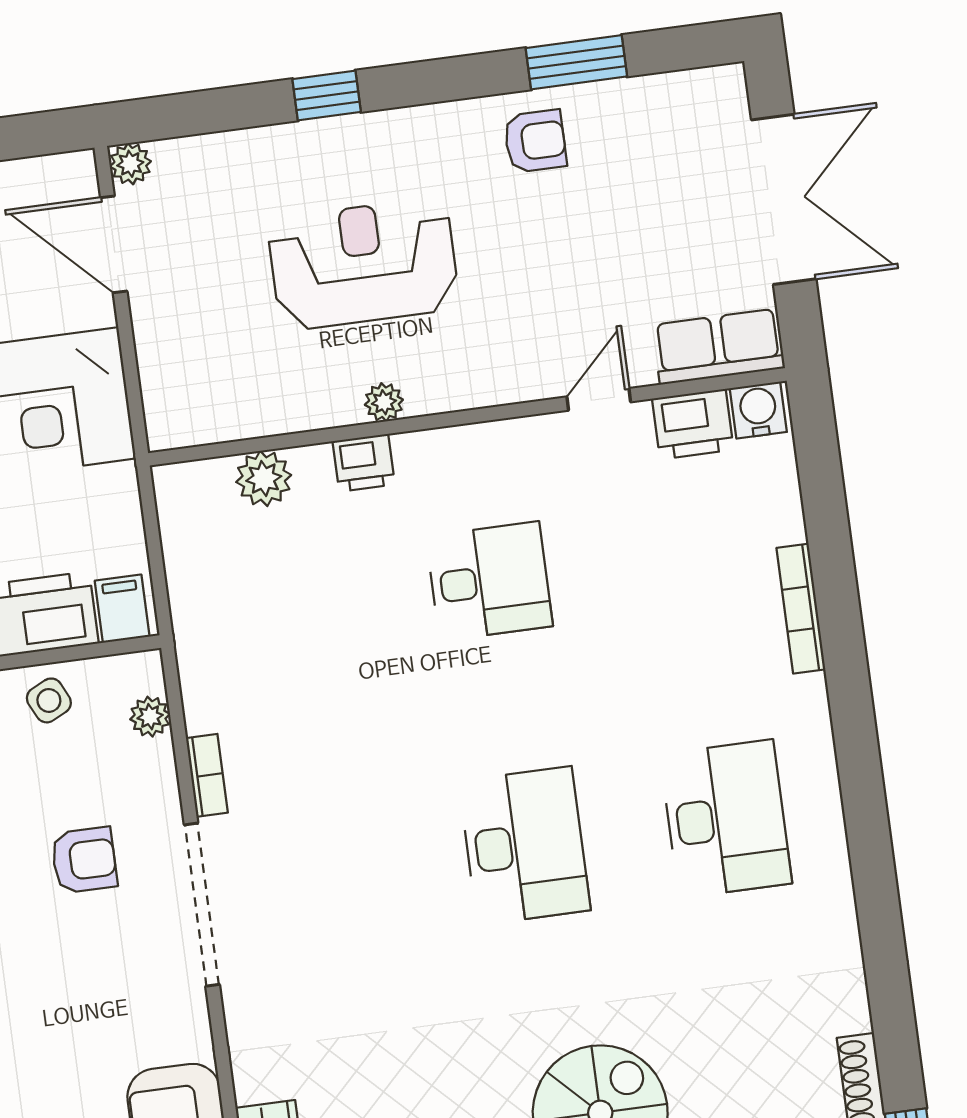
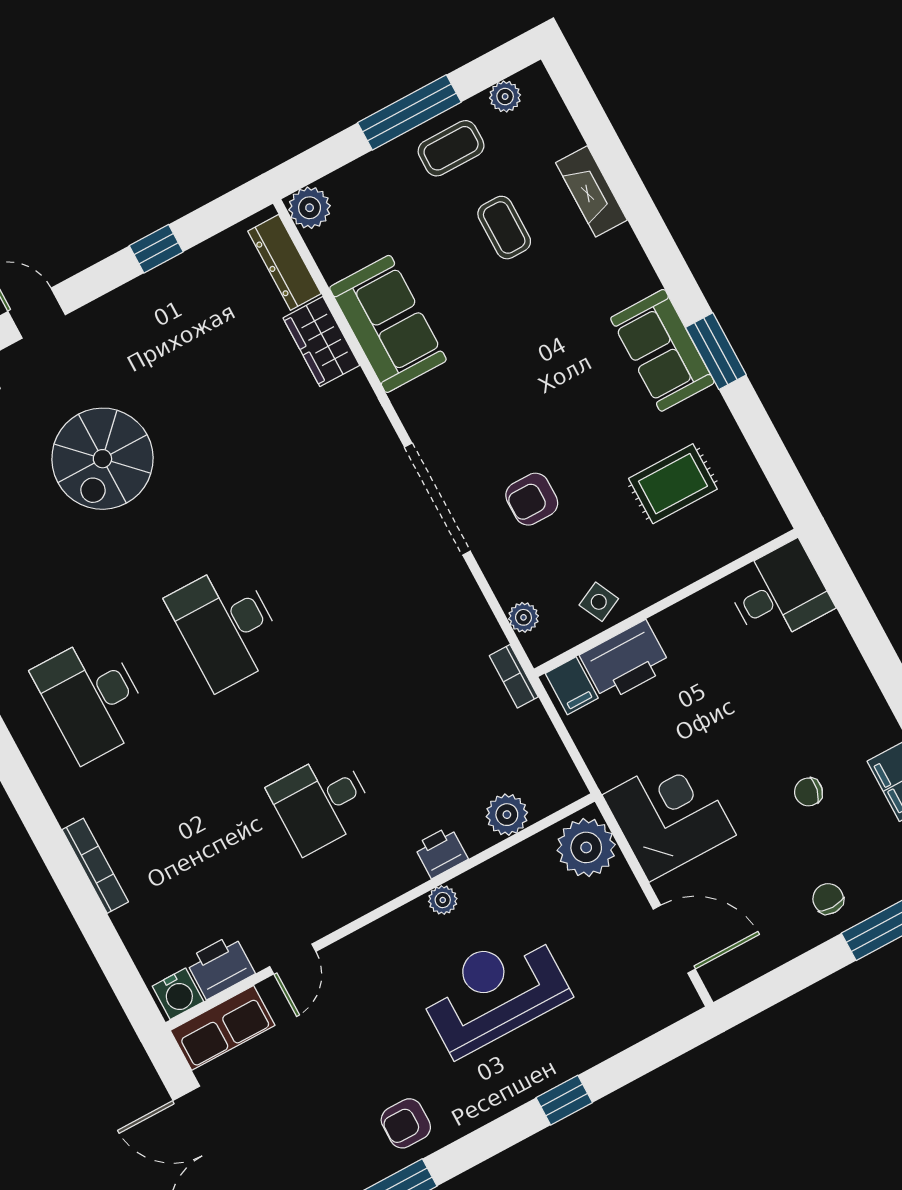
plant: (130, 164) -> (586, 847), moved, width x1.87, depth x1.87
reception desk: (363, 264) -> (494, 992), turned 180
bookcase: (207, 775) -> (514, 676), moved

